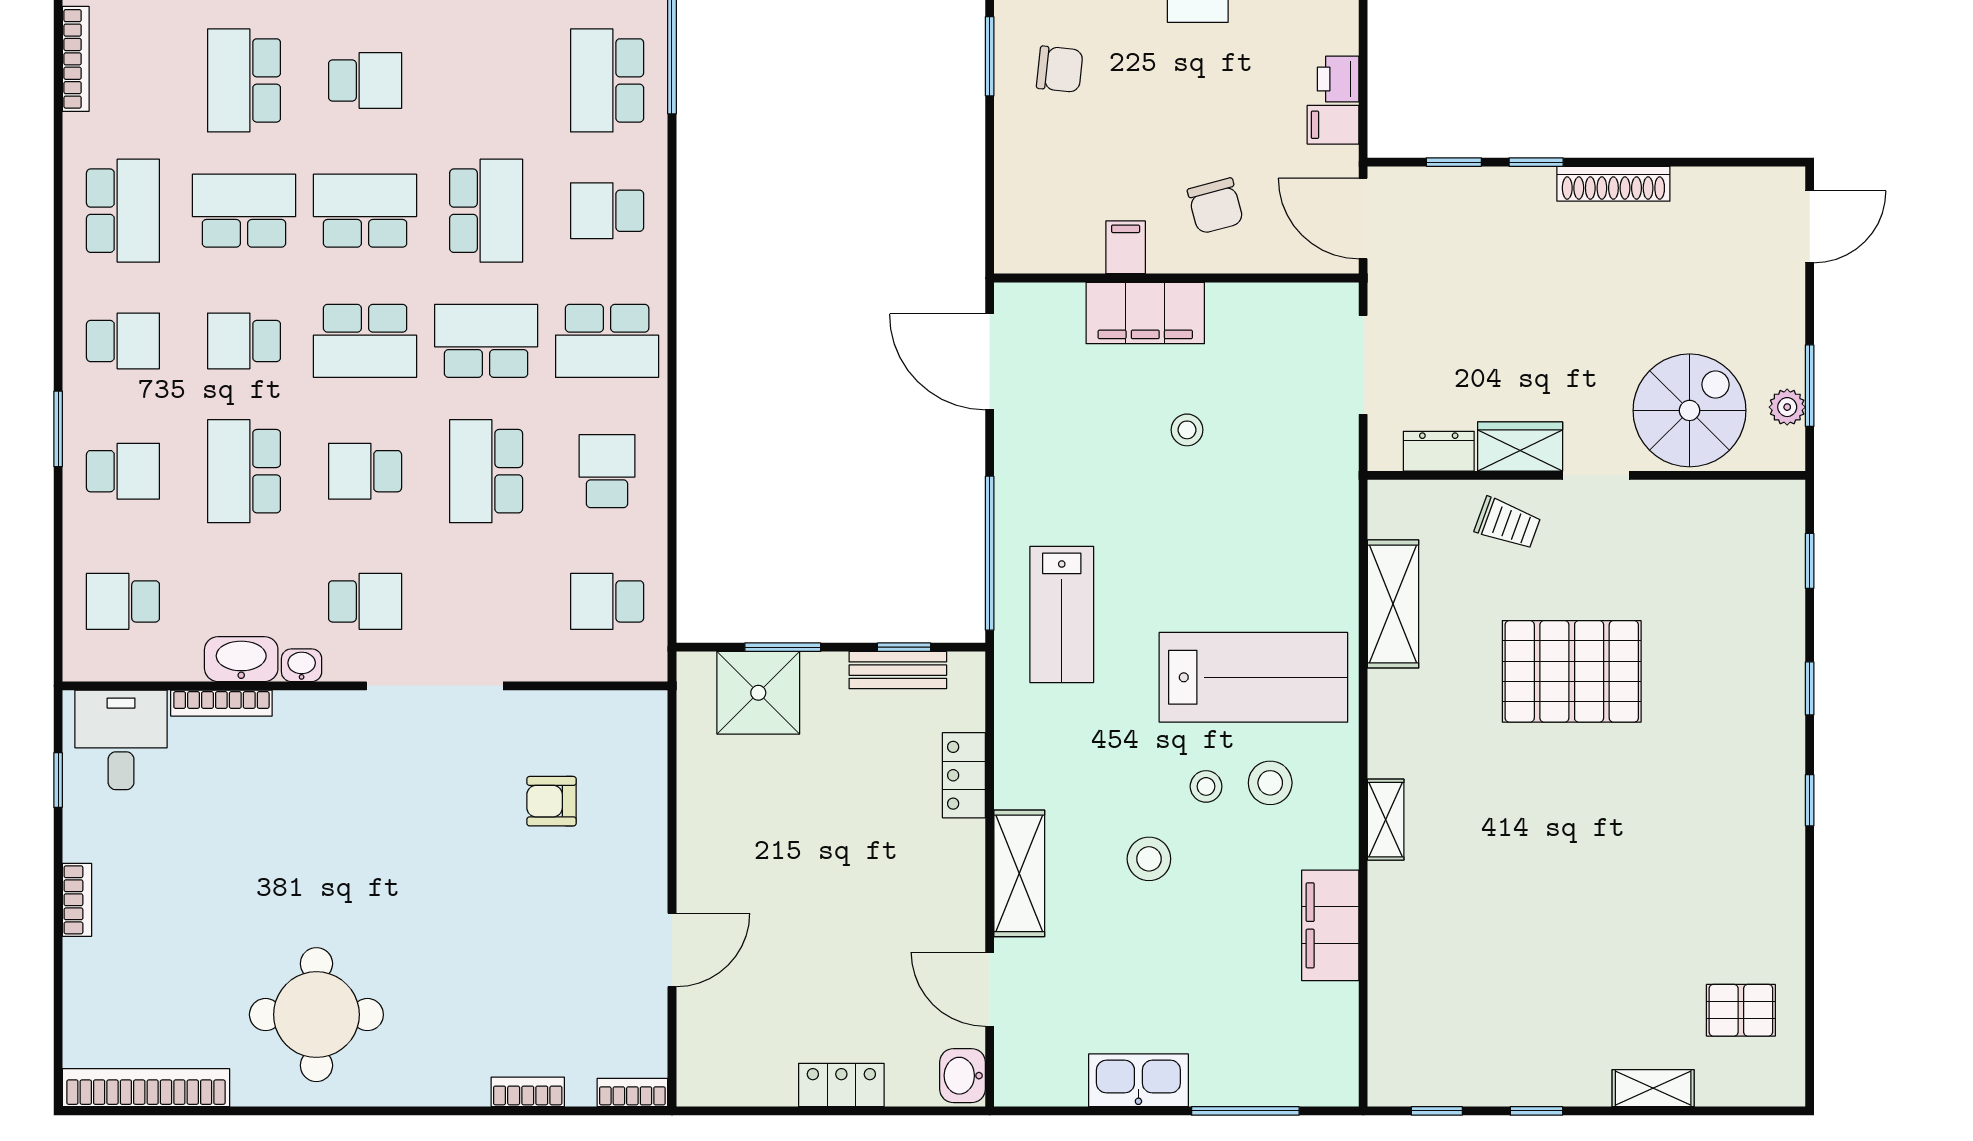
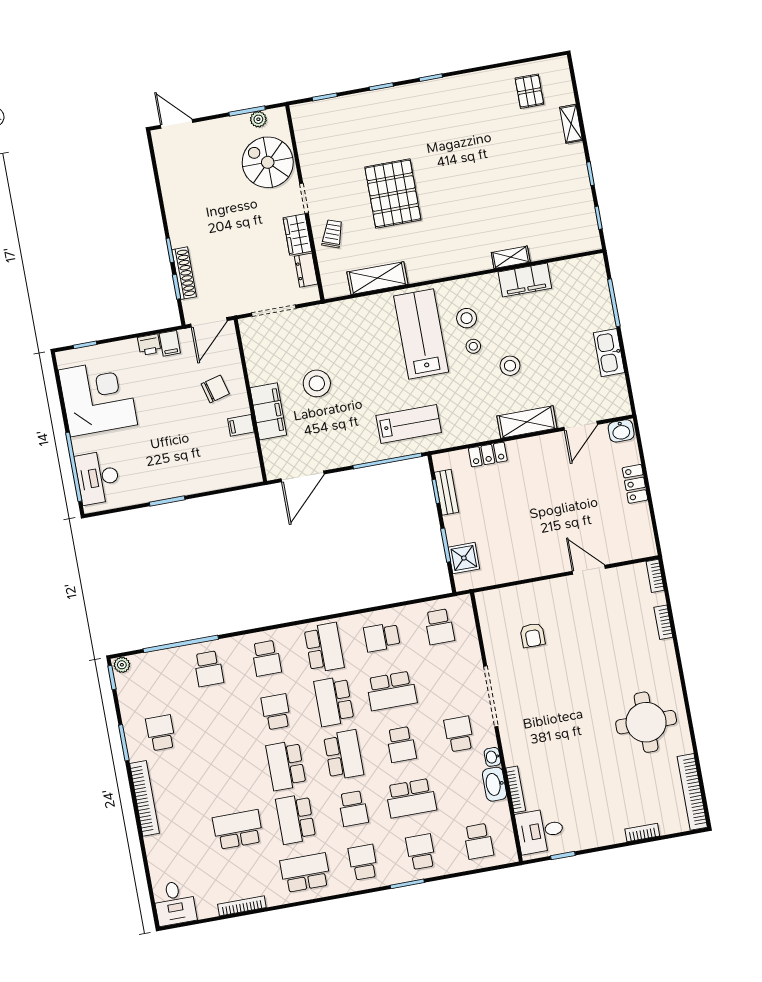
chair: (1060, 69) -> (167, 469), removed
school desk: (244, 80) -> (238, 830), turned 180
school desk: (365, 80) -> (228, 776), removed
school desk: (607, 80) -> (209, 669), width x0.54
shoe rack: (1613, 184) -> (184, 273), moved
school desk: (486, 211) -> (276, 712), width x0.54
stool: (1187, 430) -> (317, 383), width x1.89, depth x1.89
shower: (758, 693) -> (464, 558), width x0.73, depth x0.73
shelving: (1386, 820) -> (511, 257), moved
bookcase: (77, 900) -> (642, 833), moved

